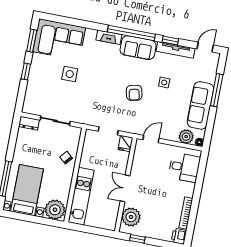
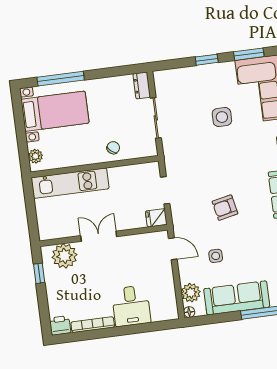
side table: (164, 82) -> (216, 256), moved
desk: (184, 167) -> (131, 306), moved
plant: (55, 210) -> (35, 156), width x0.53, depth x0.53

